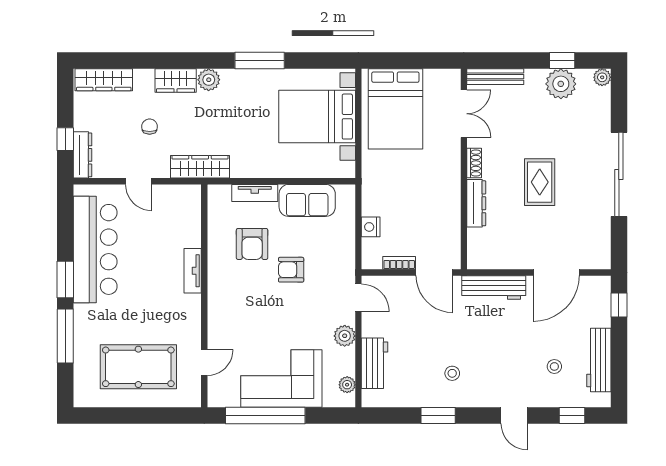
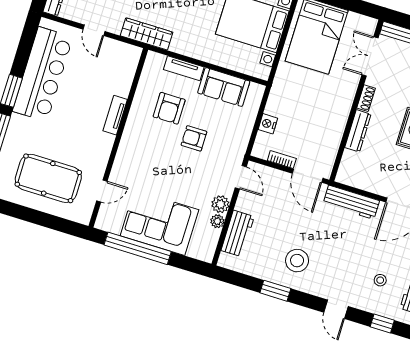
double door: (464, 114) -> (370, 56), swing flipped
stool: (452, 373) -> (297, 261), width x1.89, depth x1.89
plant: (347, 385) -> (217, 221), moved

